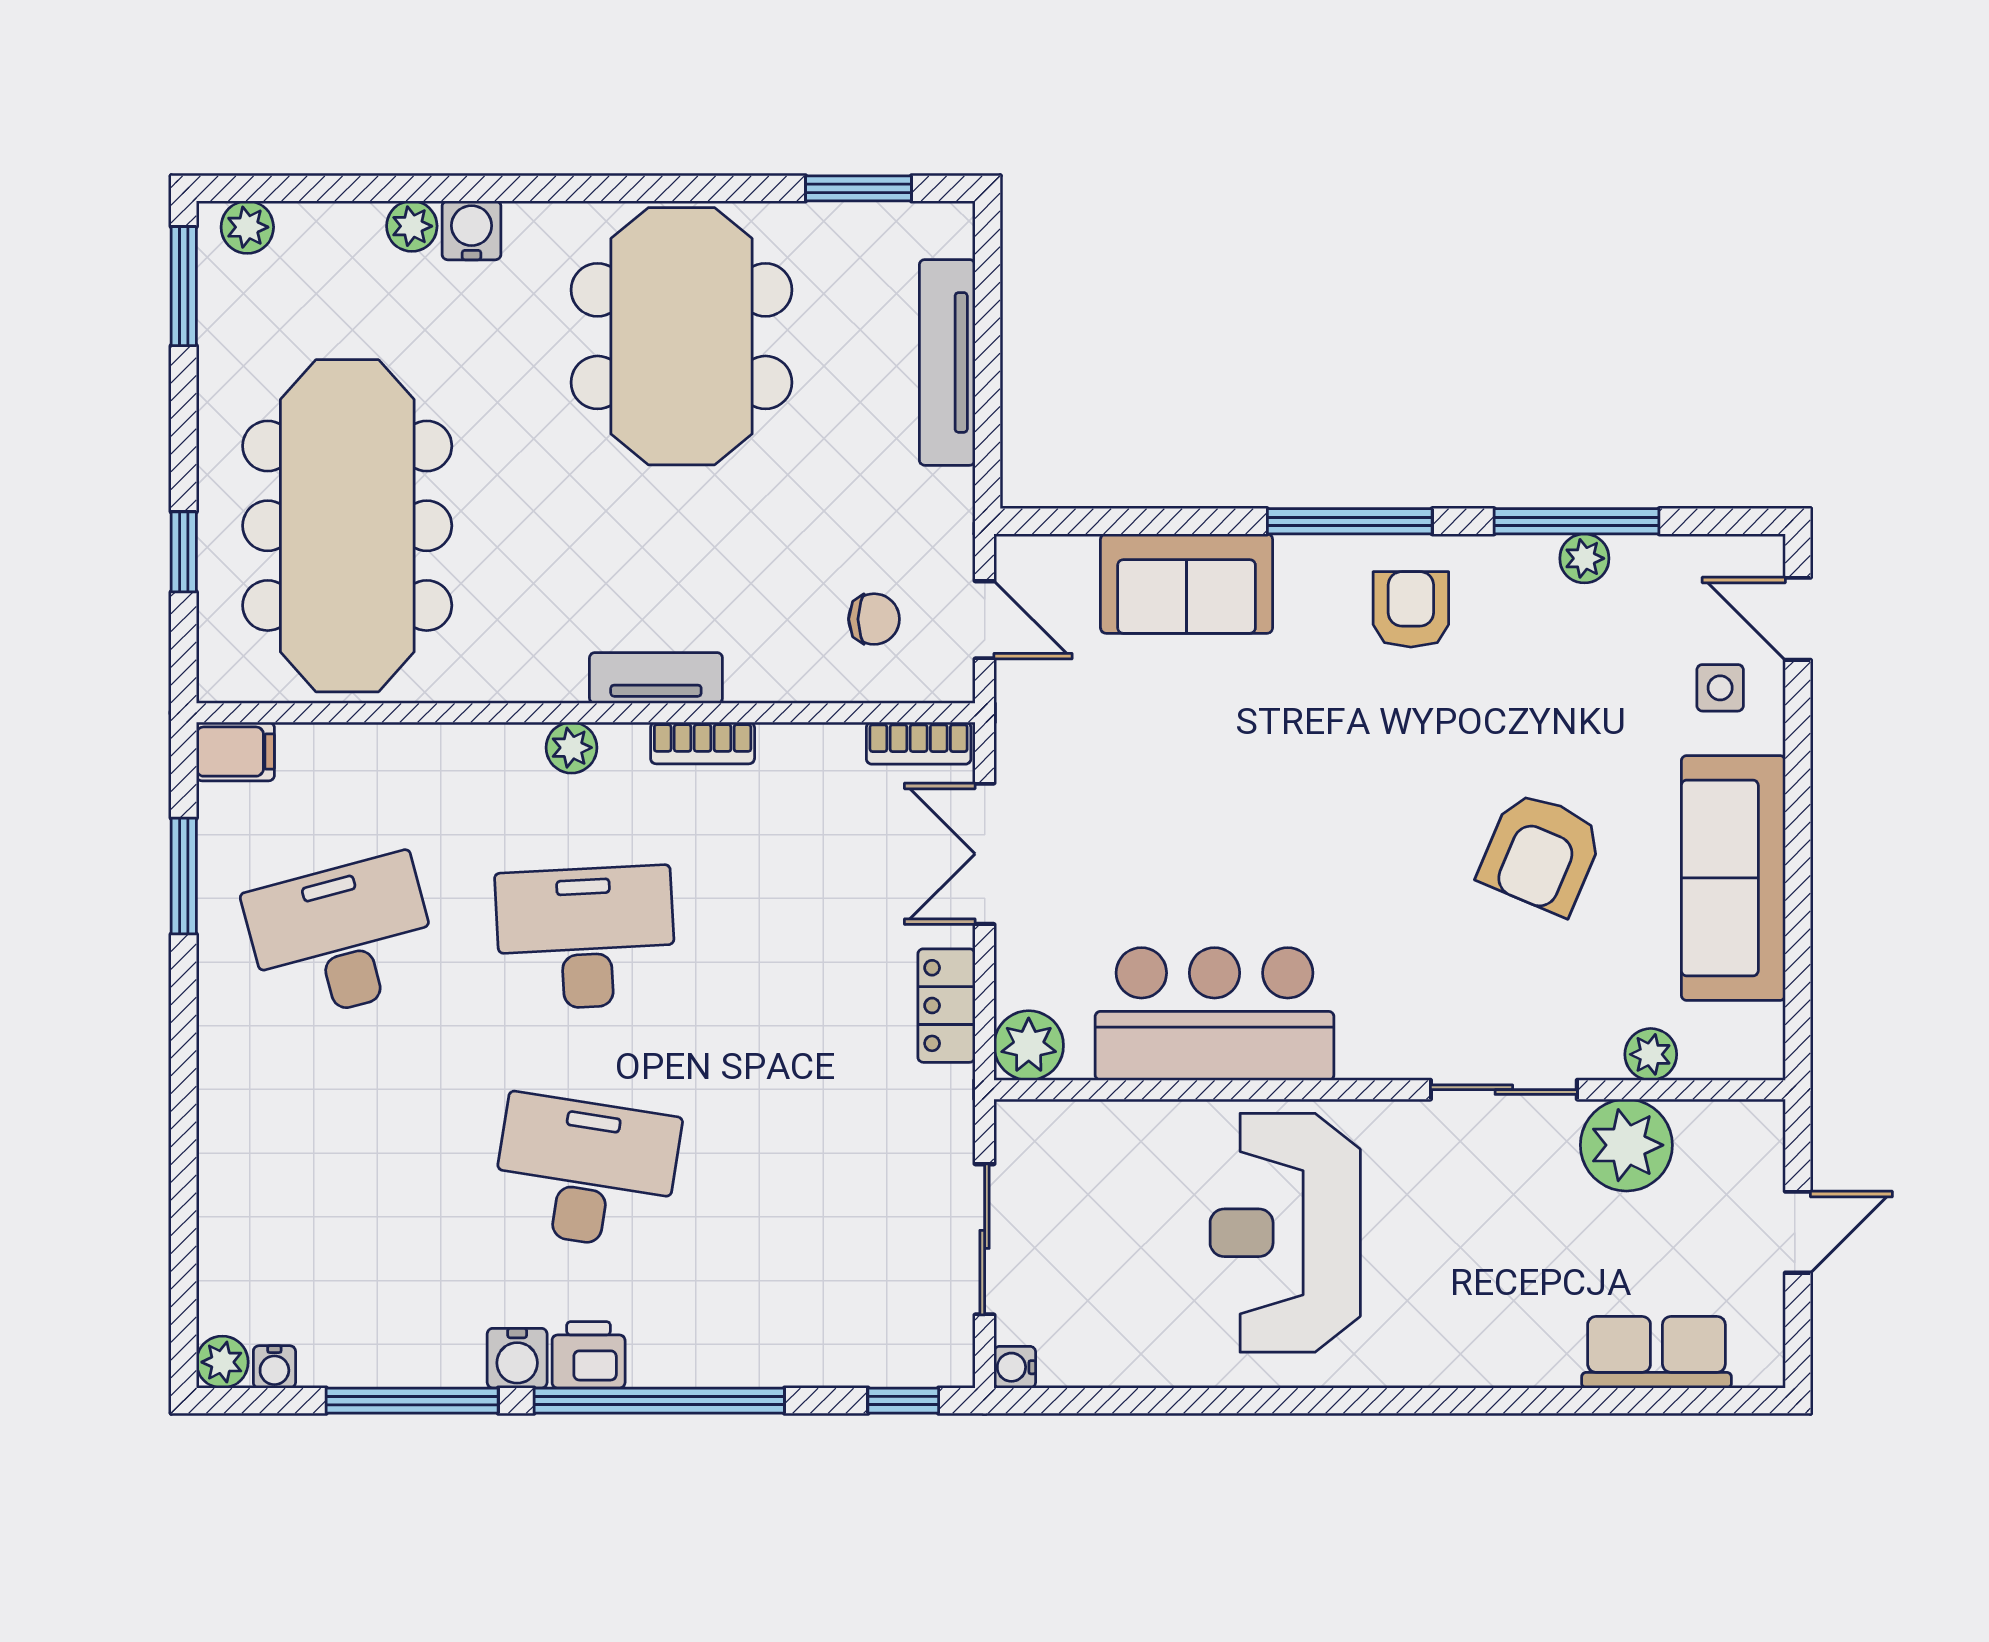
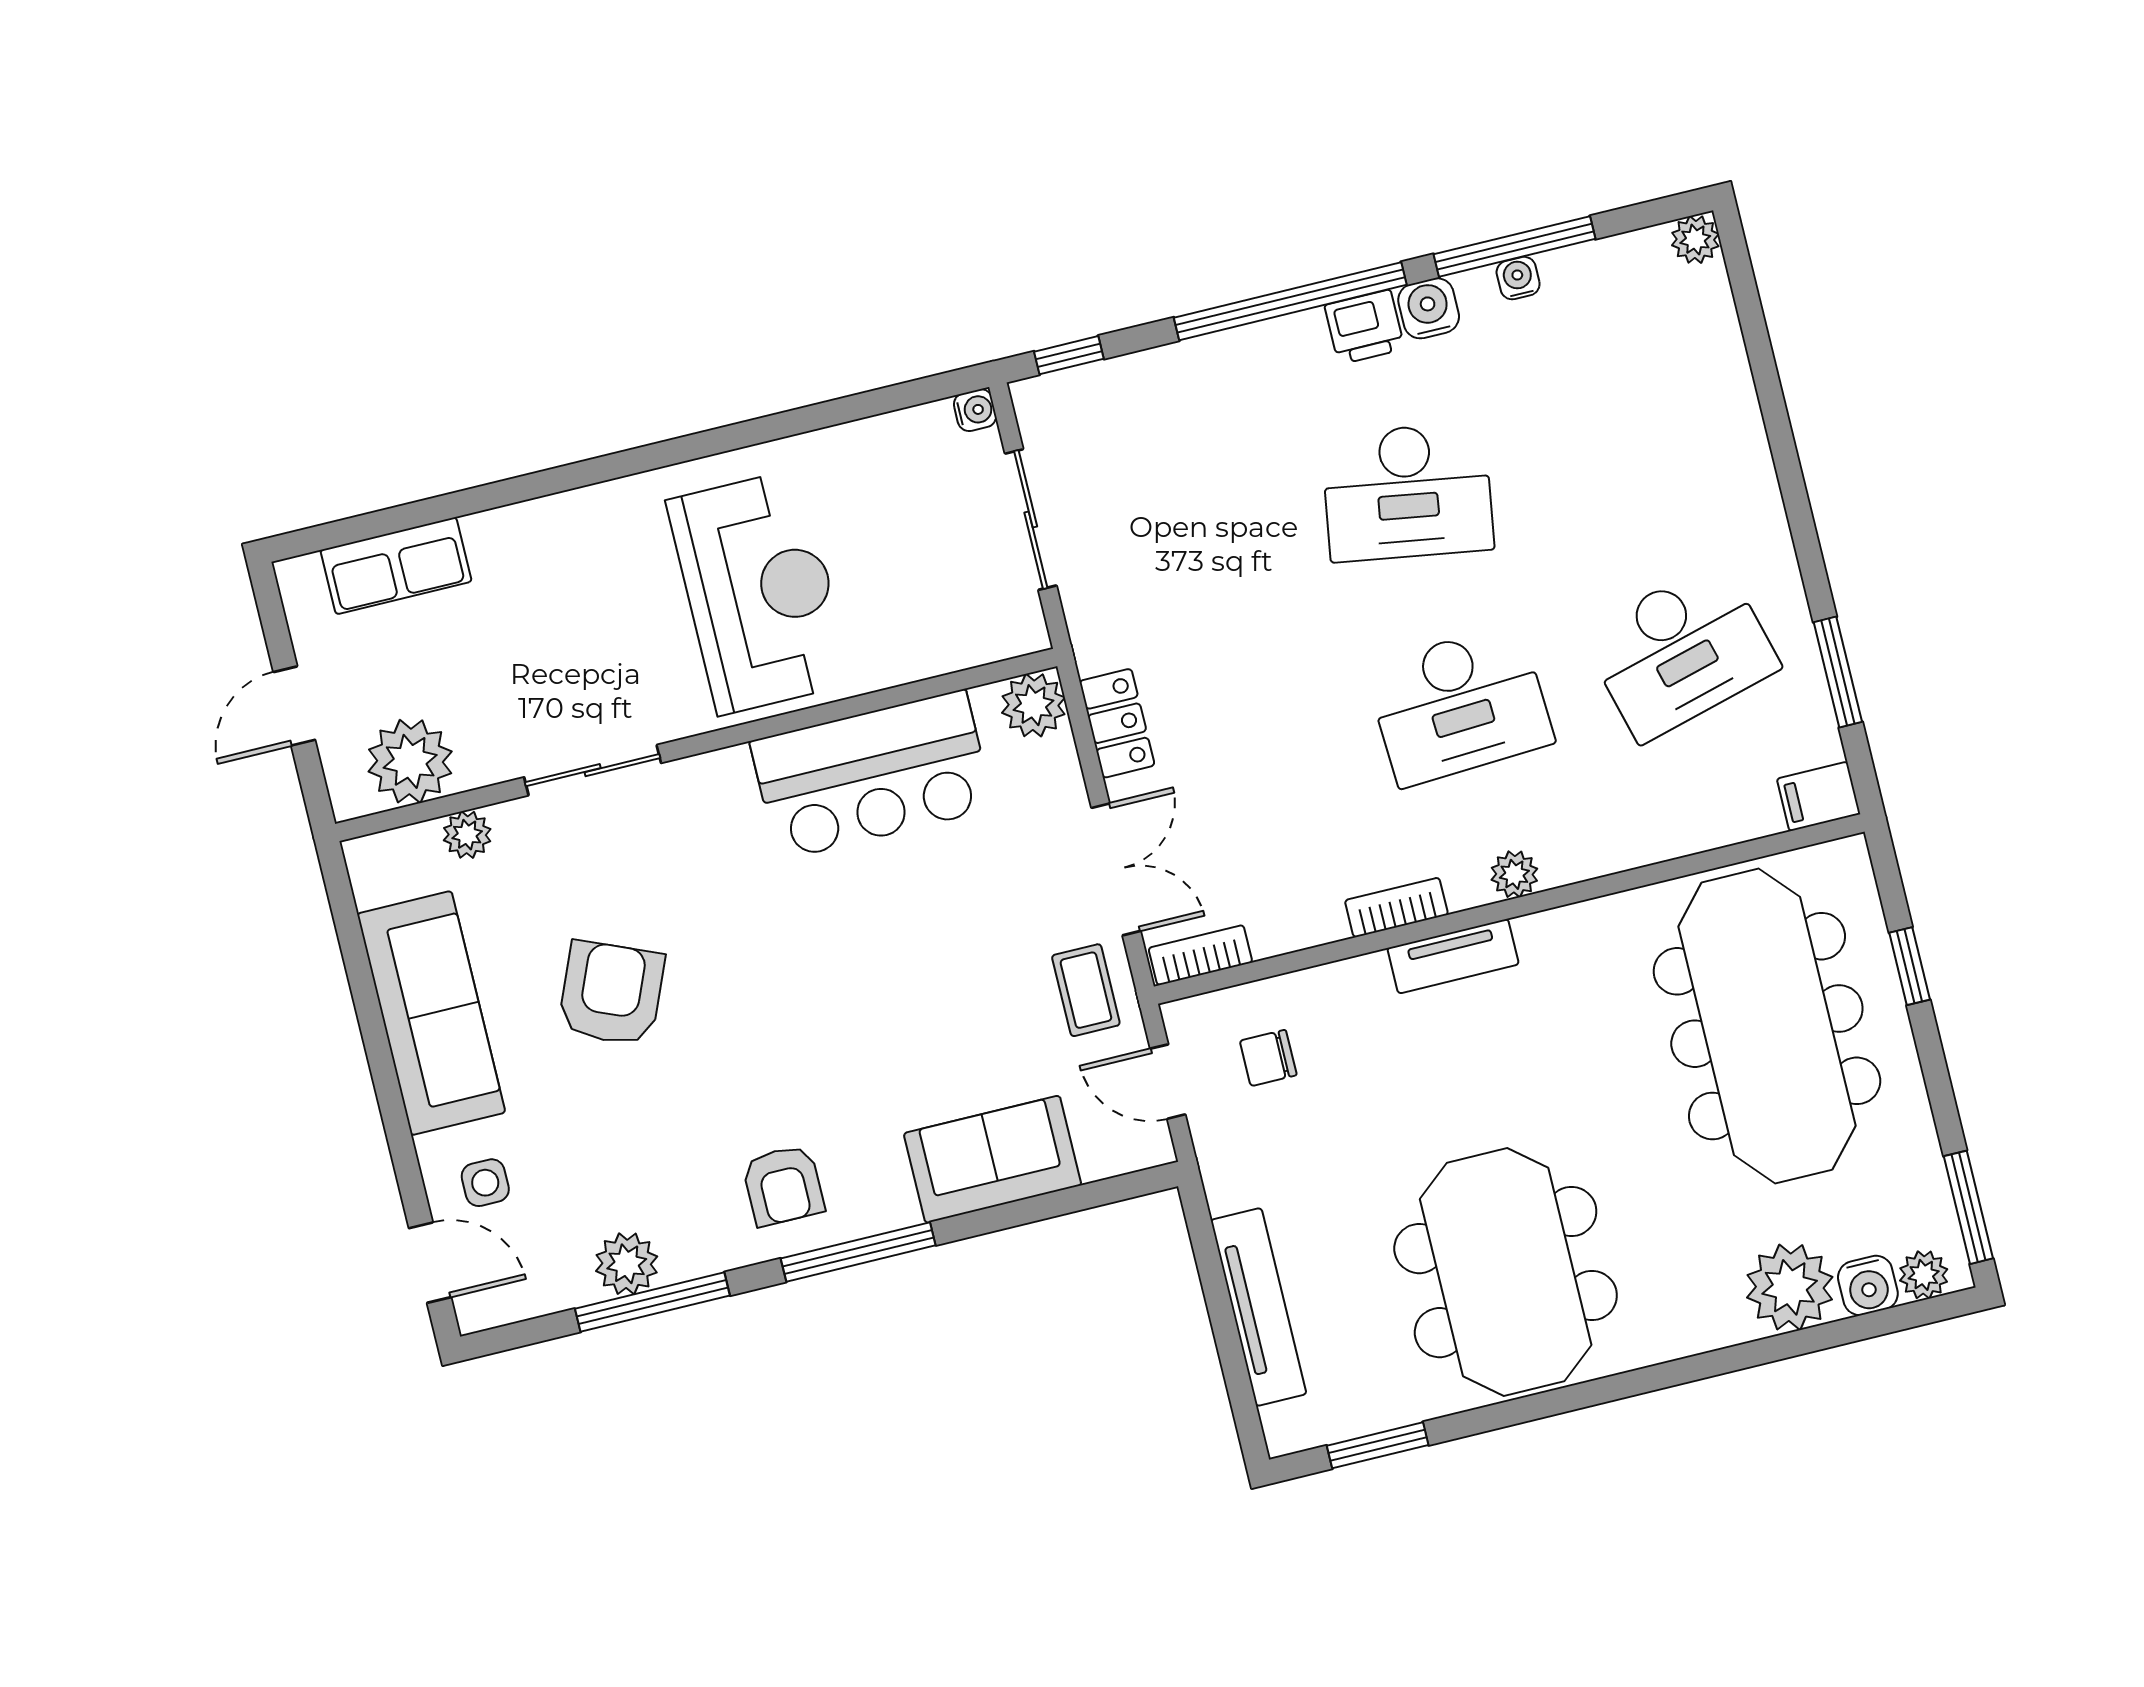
plant: (412, 226) -> (1790, 1287), width x1.88, depth x1.88
water cooler: (472, 230) -> (1868, 1285), moved
plant: (1584, 558) -> (627, 1264), width x1.38, depth x1.38
coffee table: (1046, 736) -> (1086, 990), added
plant: (1626, 1145) -> (410, 761), moved
water cooler: (274, 1367) -> (1518, 278), moved

